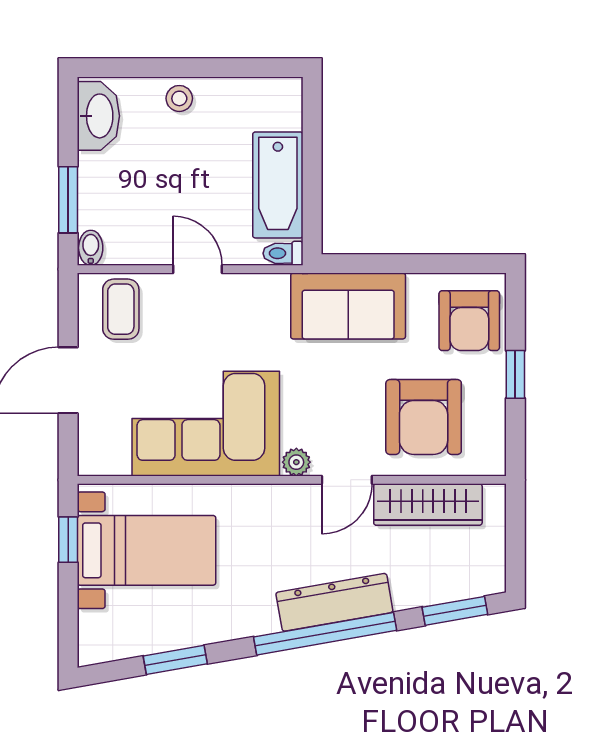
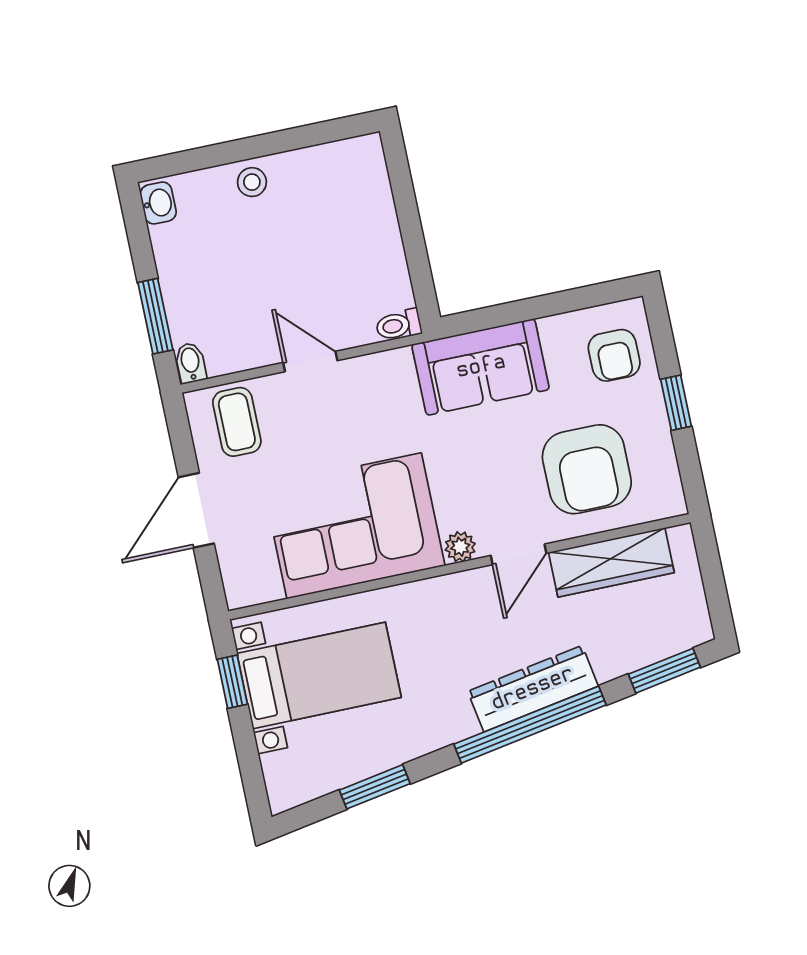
washbasin: (98, 116) -> (158, 203), width x0.52, depth x0.69
bathtub: (278, 185) -> (378, 253), removed
armchair: (469, 321) -> (614, 355), width x0.72, depth x0.72

